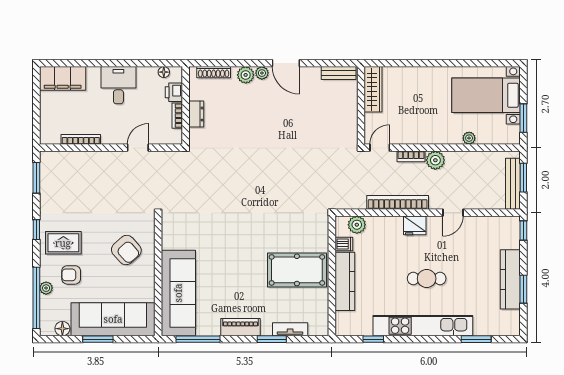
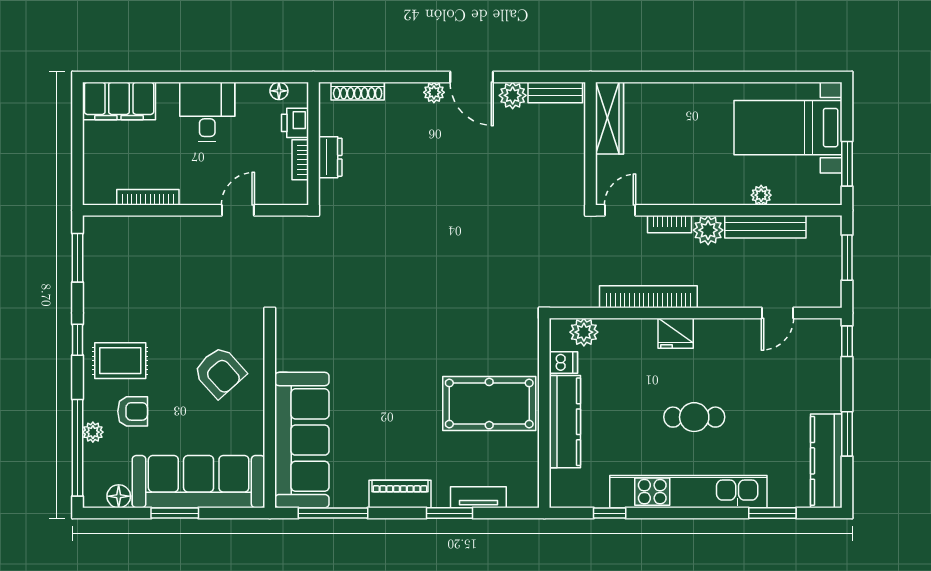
plant: (246, 75) -> (513, 95), moved
bench: (513, 184) -> (765, 227), moved, turned 90
door: (453, 213) -> (777, 313), moved
armchair: (71, 275) -> (133, 411), turned 180
kitchen counter: (510, 279) -> (826, 461), moved

